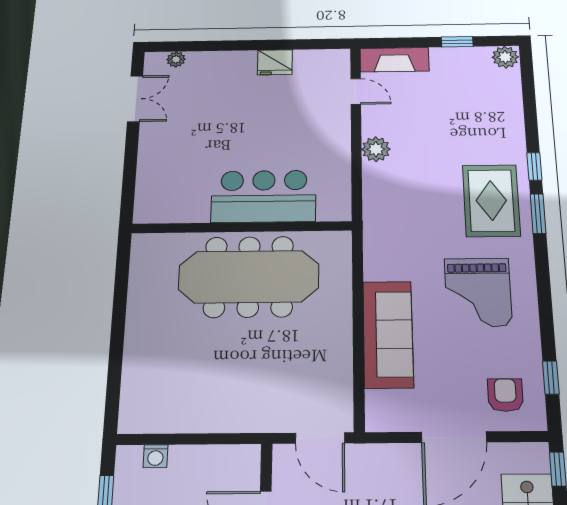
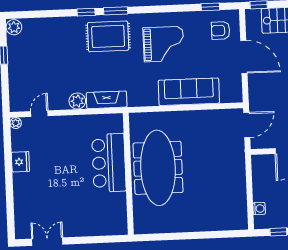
plant: (176, 59) -> (16, 123), moved
fireplace: (394, 60) -> (107, 100), moved, turned -90

